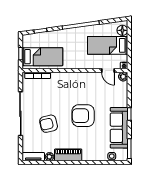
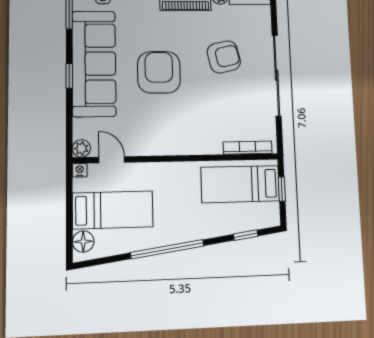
armchair: (83, 116) -> (159, 72), turned -90
sofa: (119, 128) -> (94, 64), width x1.36, depth x1.27

